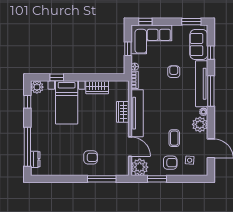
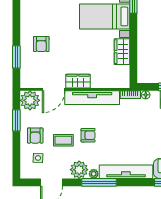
armchair: (174, 72) -> (88, 135), moved
window: (211, 91) -> (99, 182), moved
wardrobe: (123, 112) -> (78, 81), moved
window: (102, 179) -> (16, 57), width x0.69

